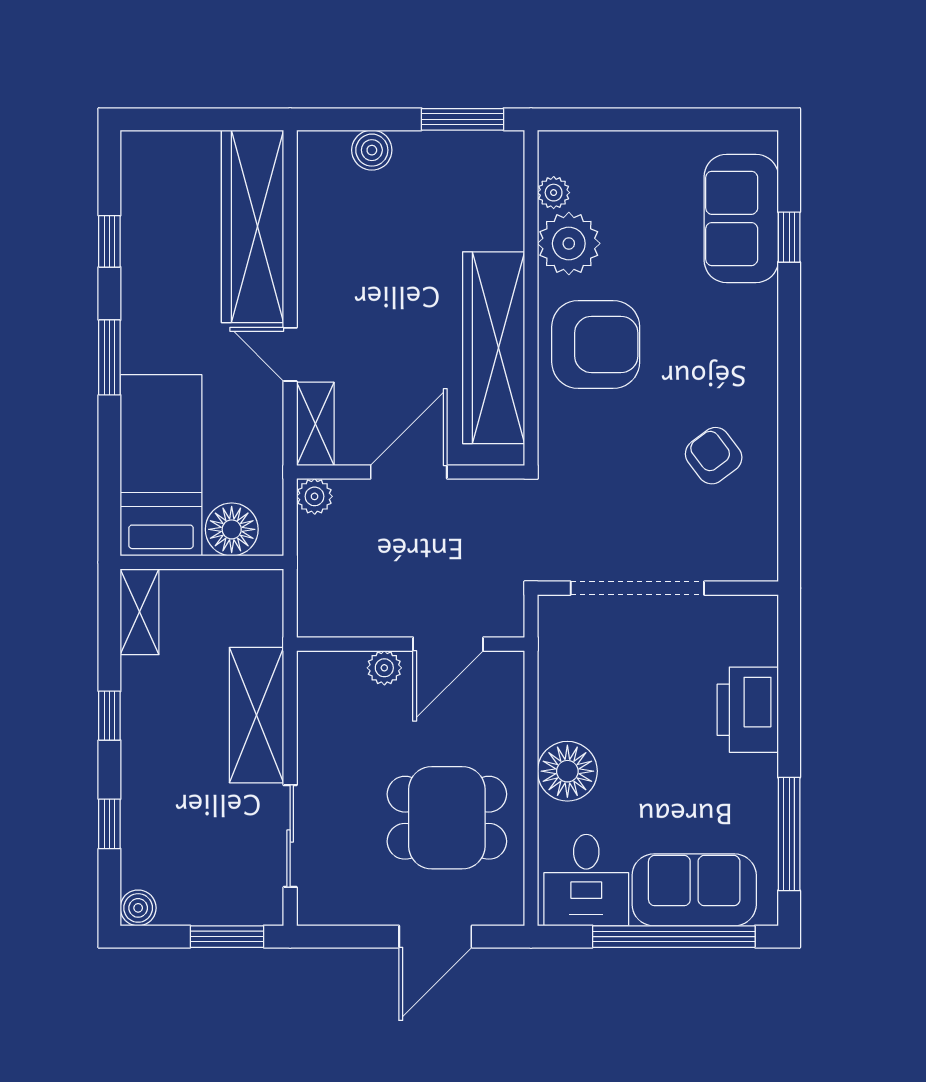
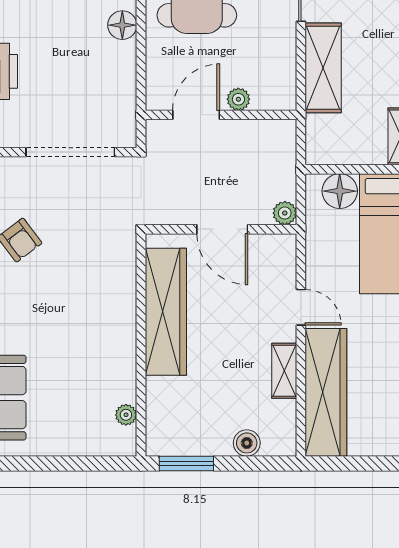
plant: (569, 243) -> (116, 381), removed
armchair: (596, 344) -> (98, 314), removed
shelving: (315, 424) -> (284, 371), moved
door: (409, 472) -> (222, 229), hinge flipped
floor lamp: (567, 771) -> (122, 25), width x0.73, depth x0.73

